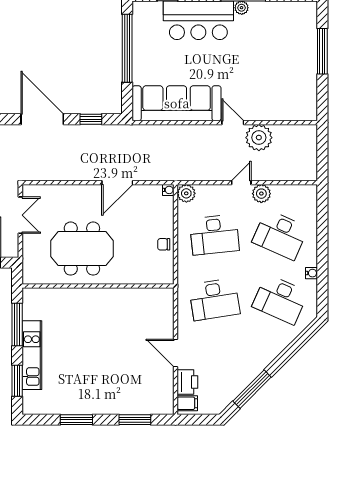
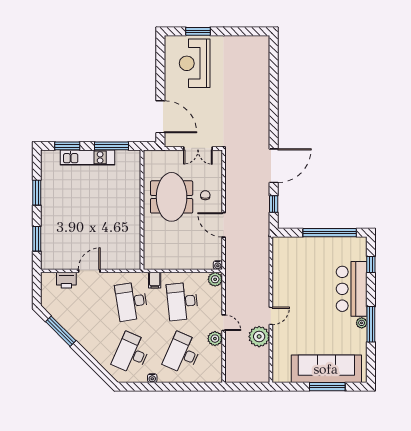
sofa: (177, 103) -> (326, 369), moved, turned -90
chair: (164, 244) -> (205, 195), moved
filing cabinet: (187, 403) -> (155, 280), moved

